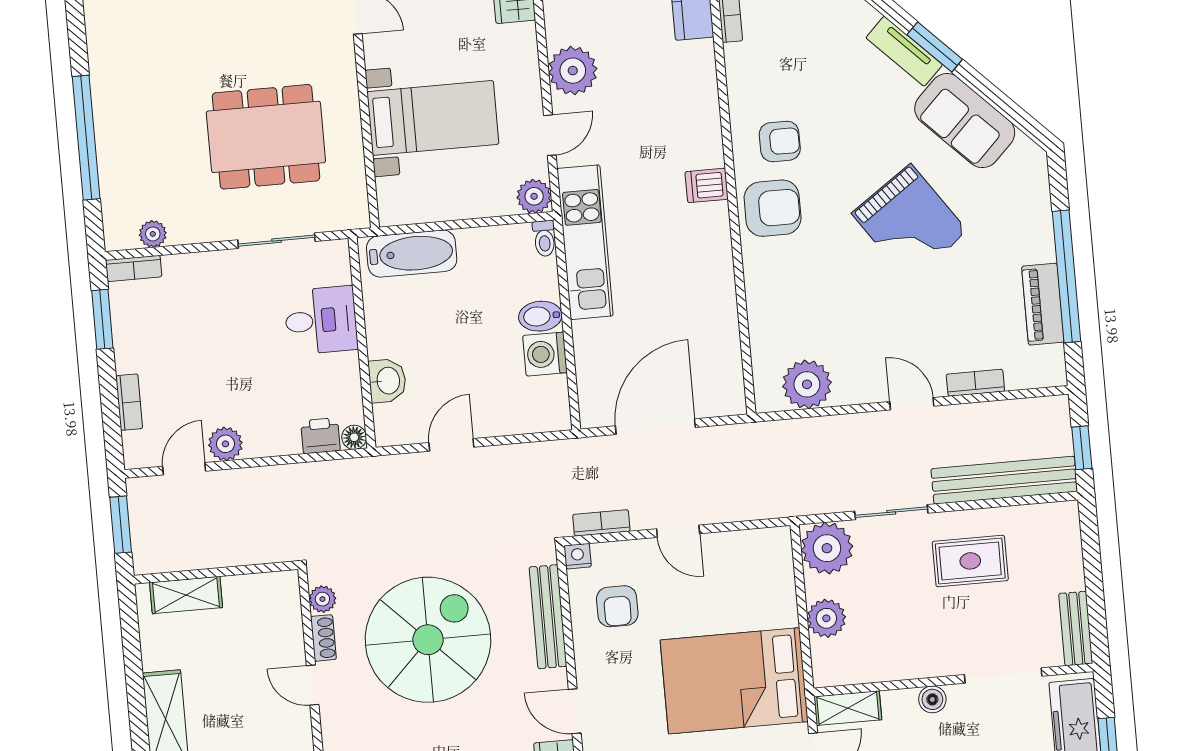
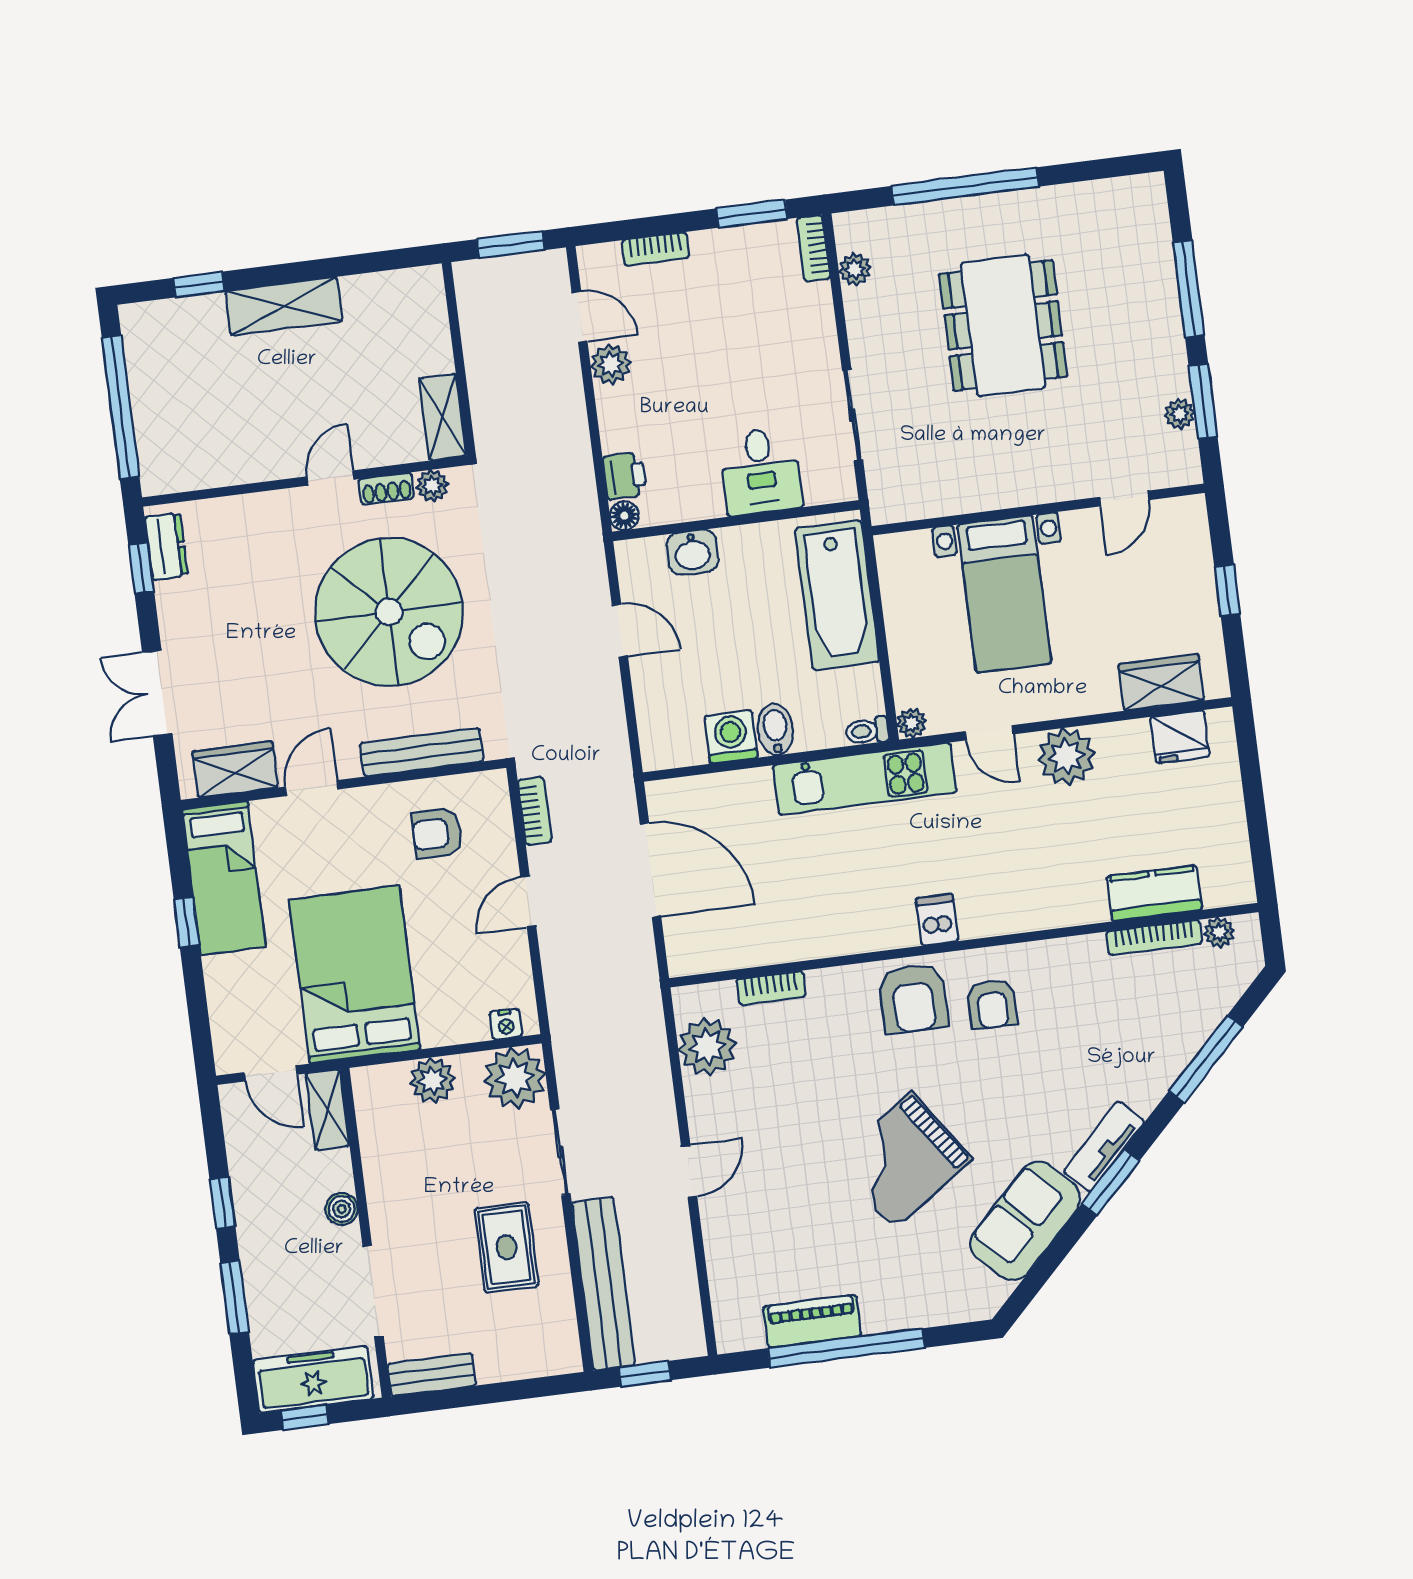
dining table: (266, 137) -> (1003, 325), moved
plant: (534, 196) -> (912, 723), width x0.73, depth x0.73
bathtub: (412, 254) -> (837, 595), width x1.36, depth x1.36
bookcase: (975, 383) -> (771, 988), moved, turned 90
nightstand: (578, 556) -> (506, 1024), moved, turned 90
shelving: (186, 595) -> (443, 417), moved

